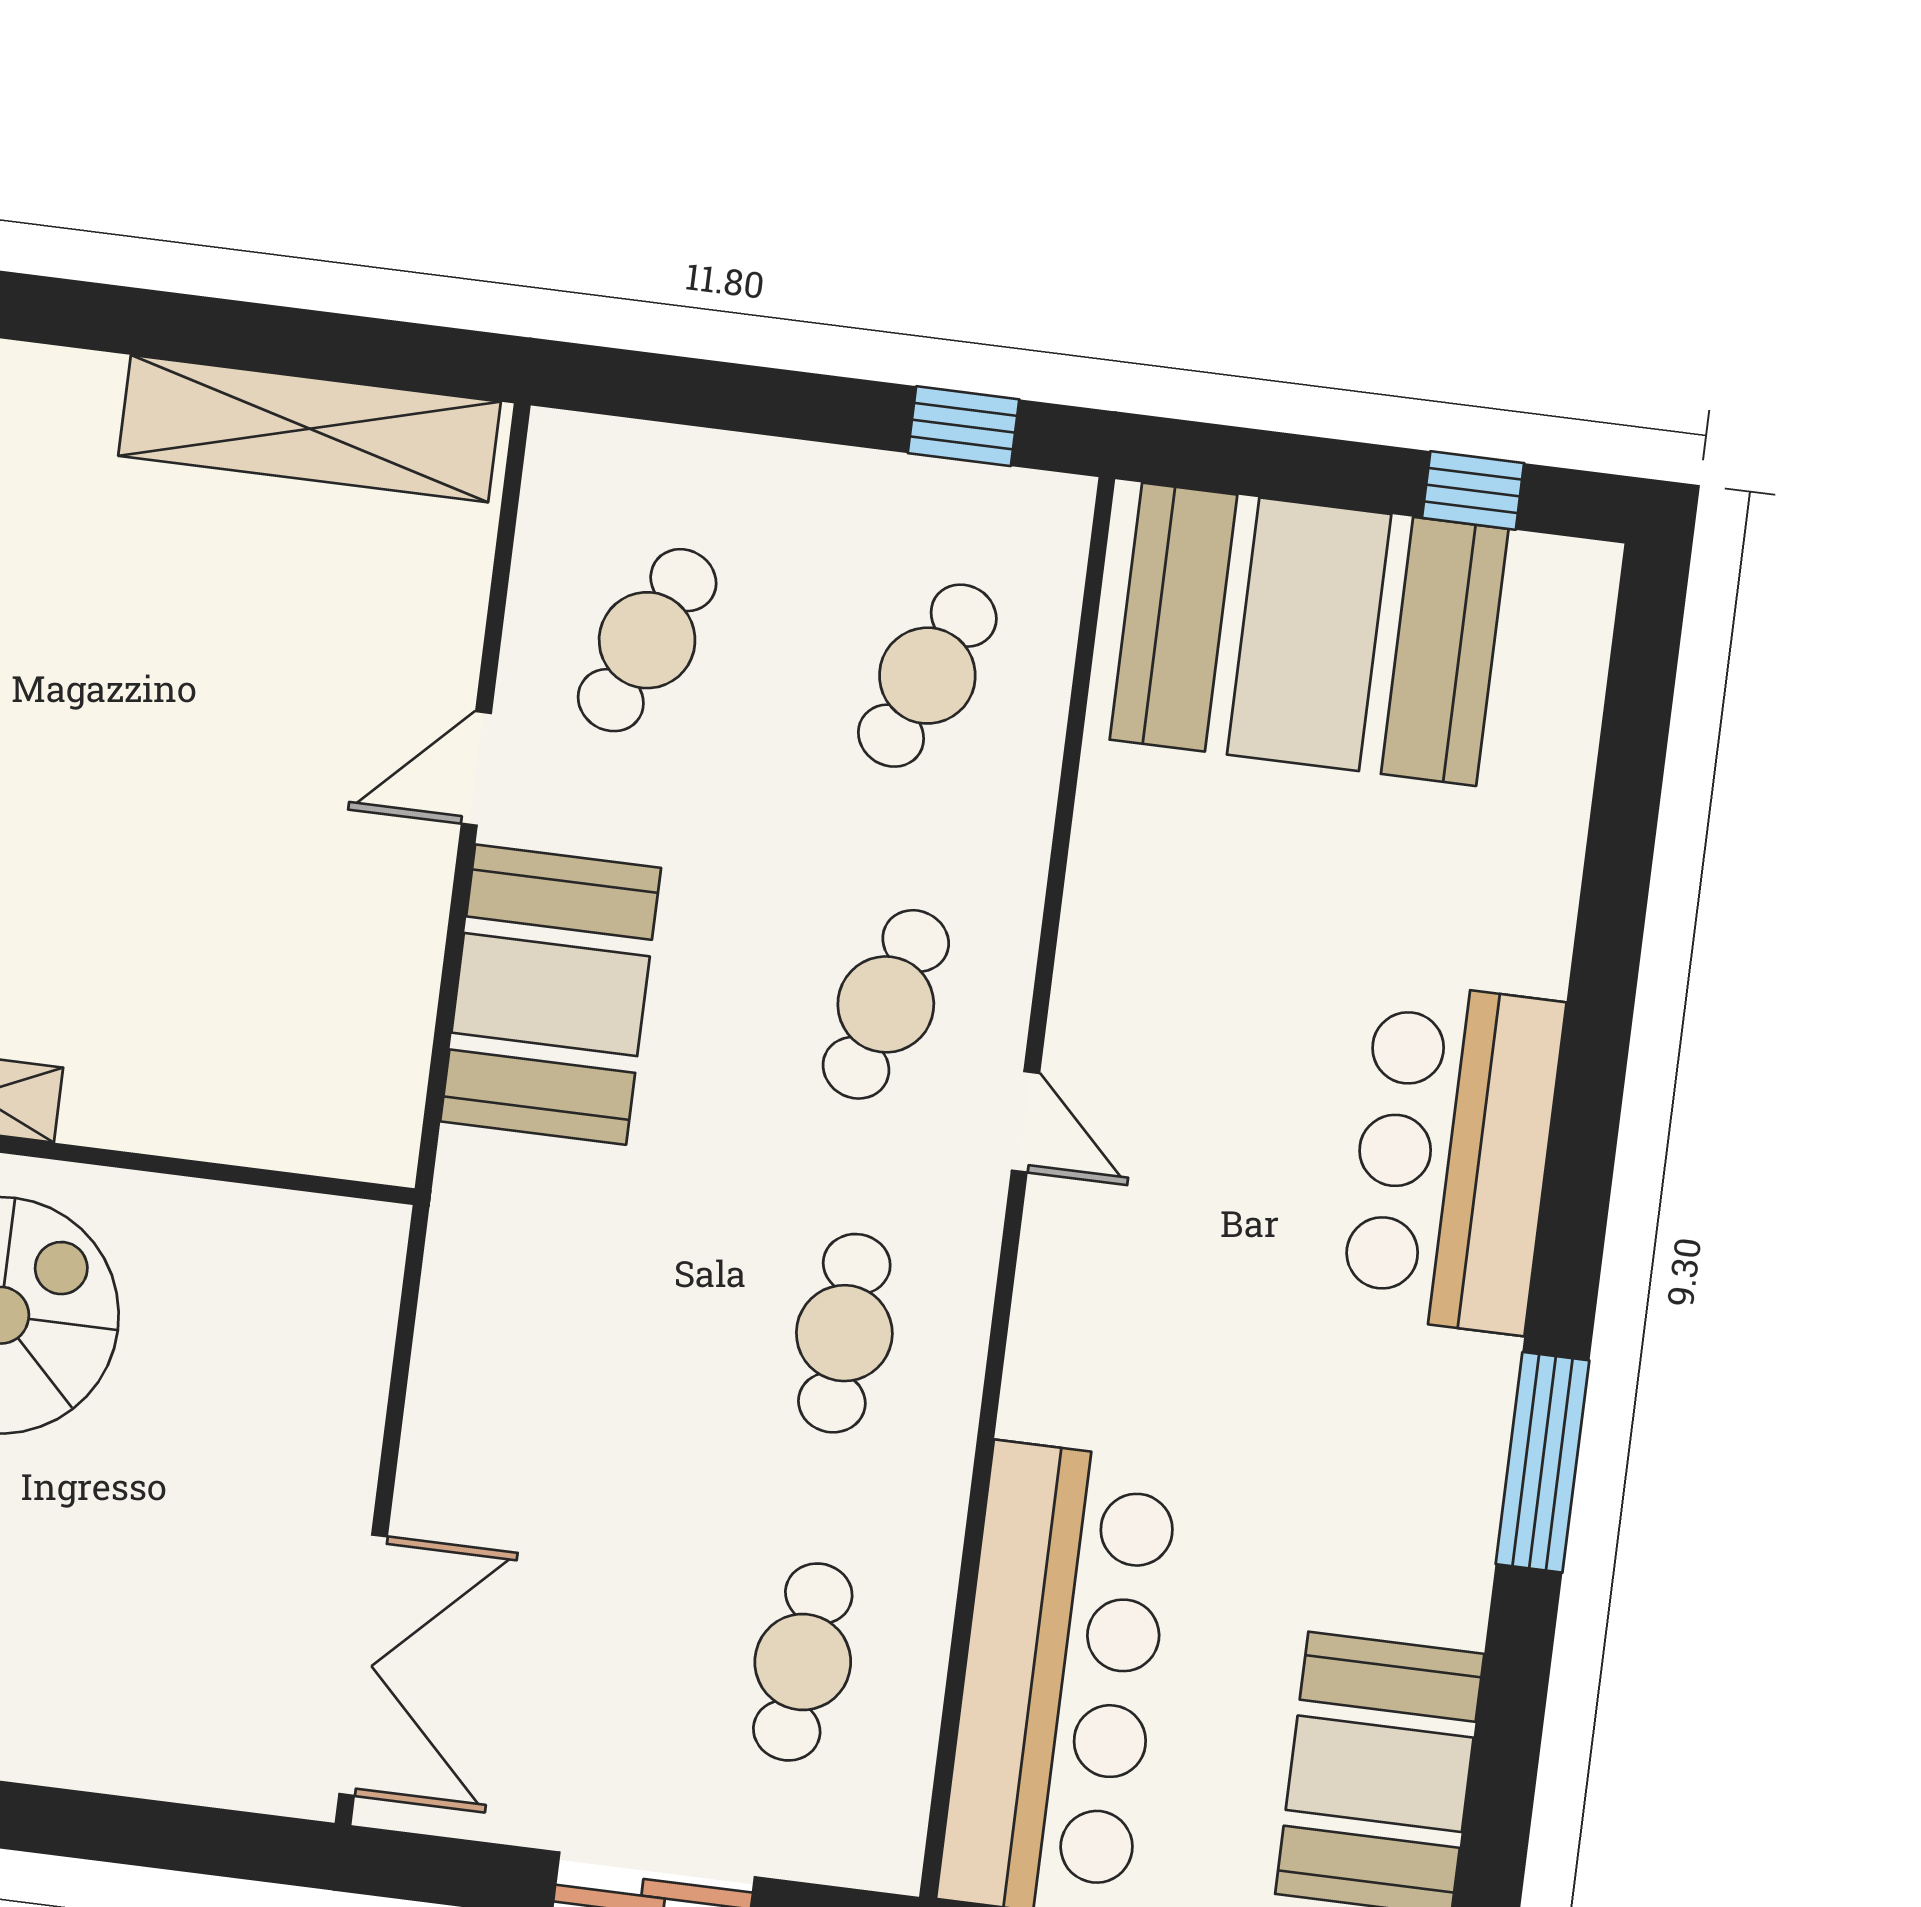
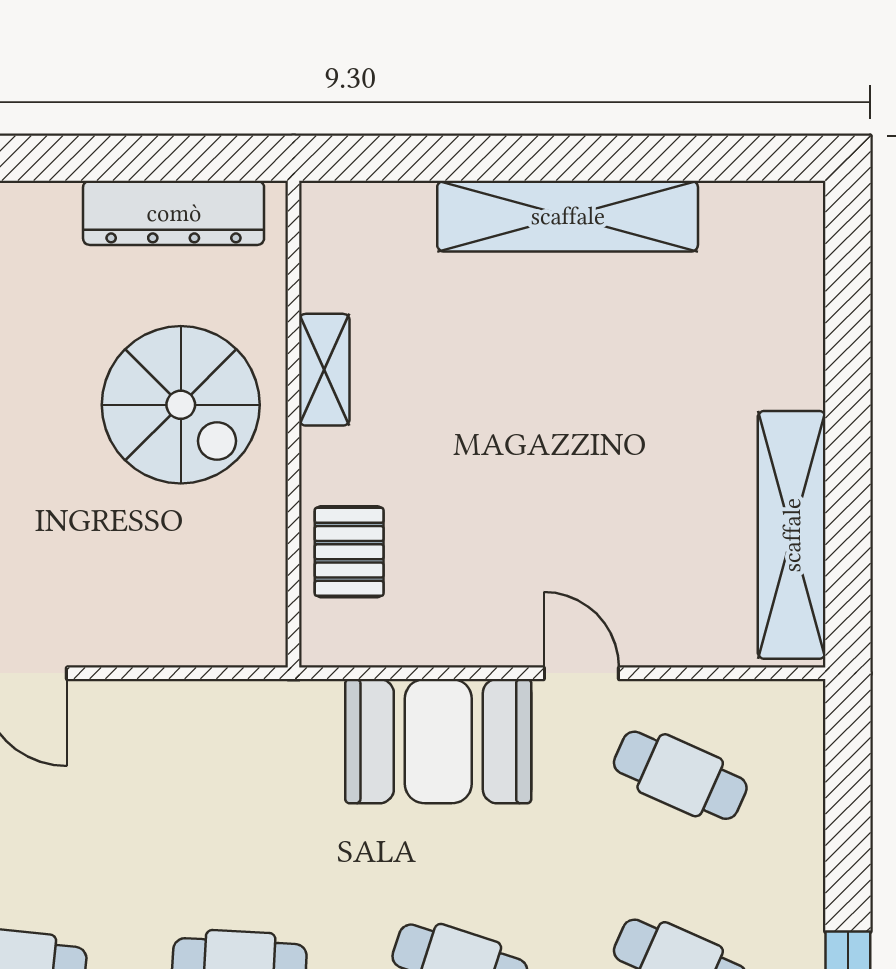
pallet: (251, 1092) -> (349, 552), added

